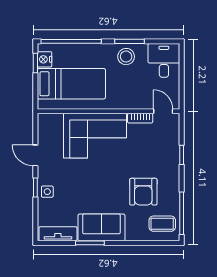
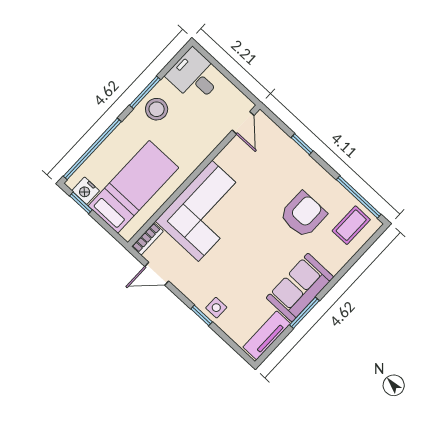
door: (163, 111) -> (243, 123), swing flipped
bookcase: (140, 118) -> (147, 239), moved
door: (35, 155) -> (157, 274), moved
armchair: (143, 192) -> (303, 215), turned -90

